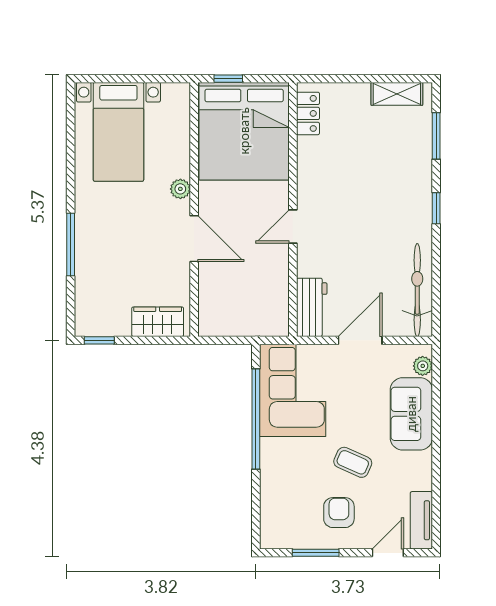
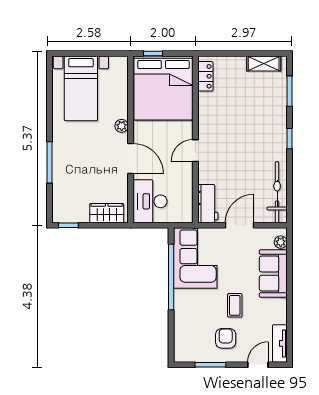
desk: (224, 304) -> (150, 201), added
coffee table: (353, 462) -> (235, 305), turned 66

